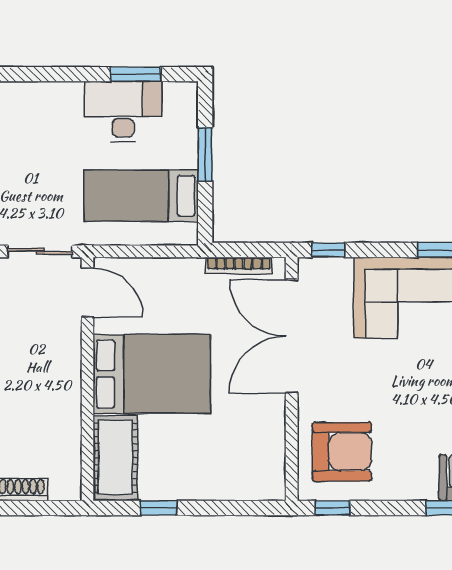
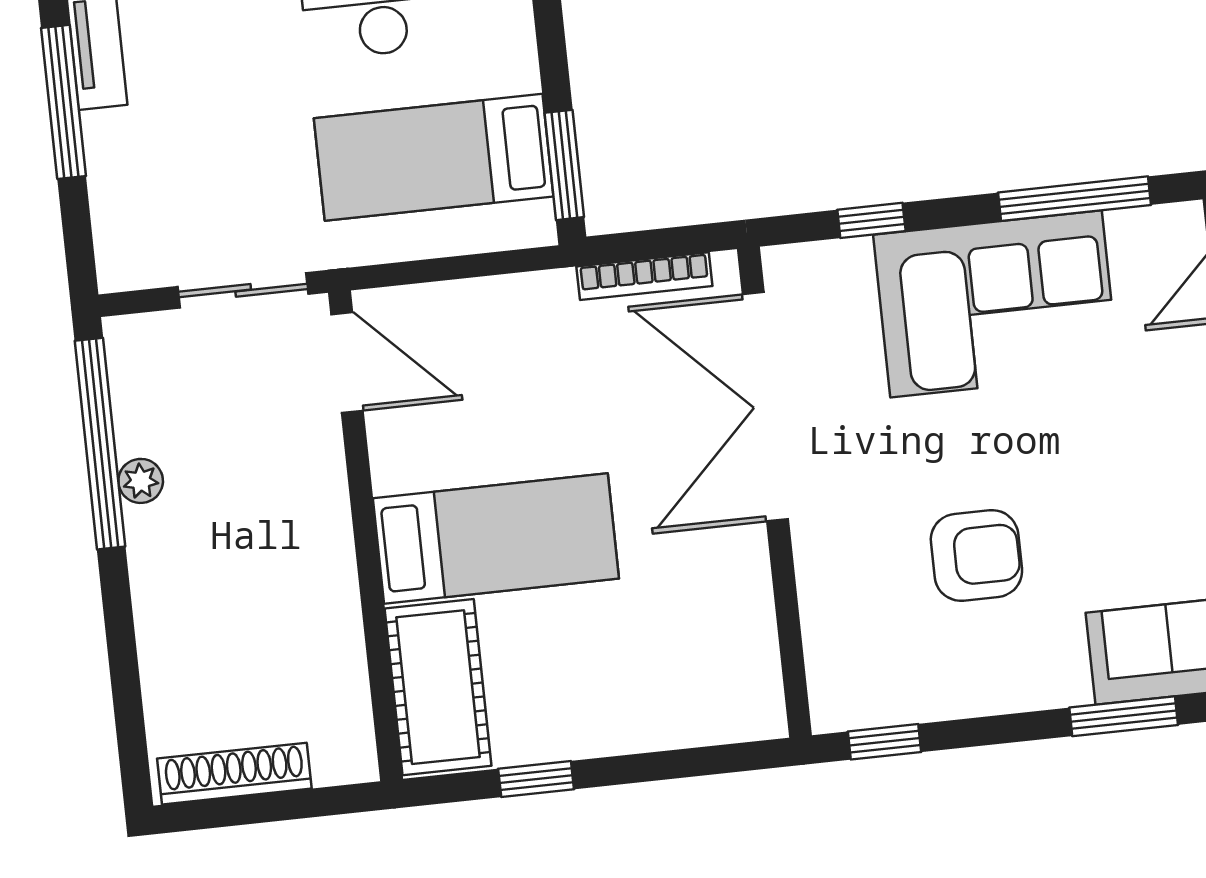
window: (205, 154) -> (564, 165), moved
window: (328, 250) -> (871, 220), moved
bed: (152, 374) -> (496, 538), width x0.67
armchair: (342, 452) -> (976, 555), moved, width x0.73, depth x0.73

